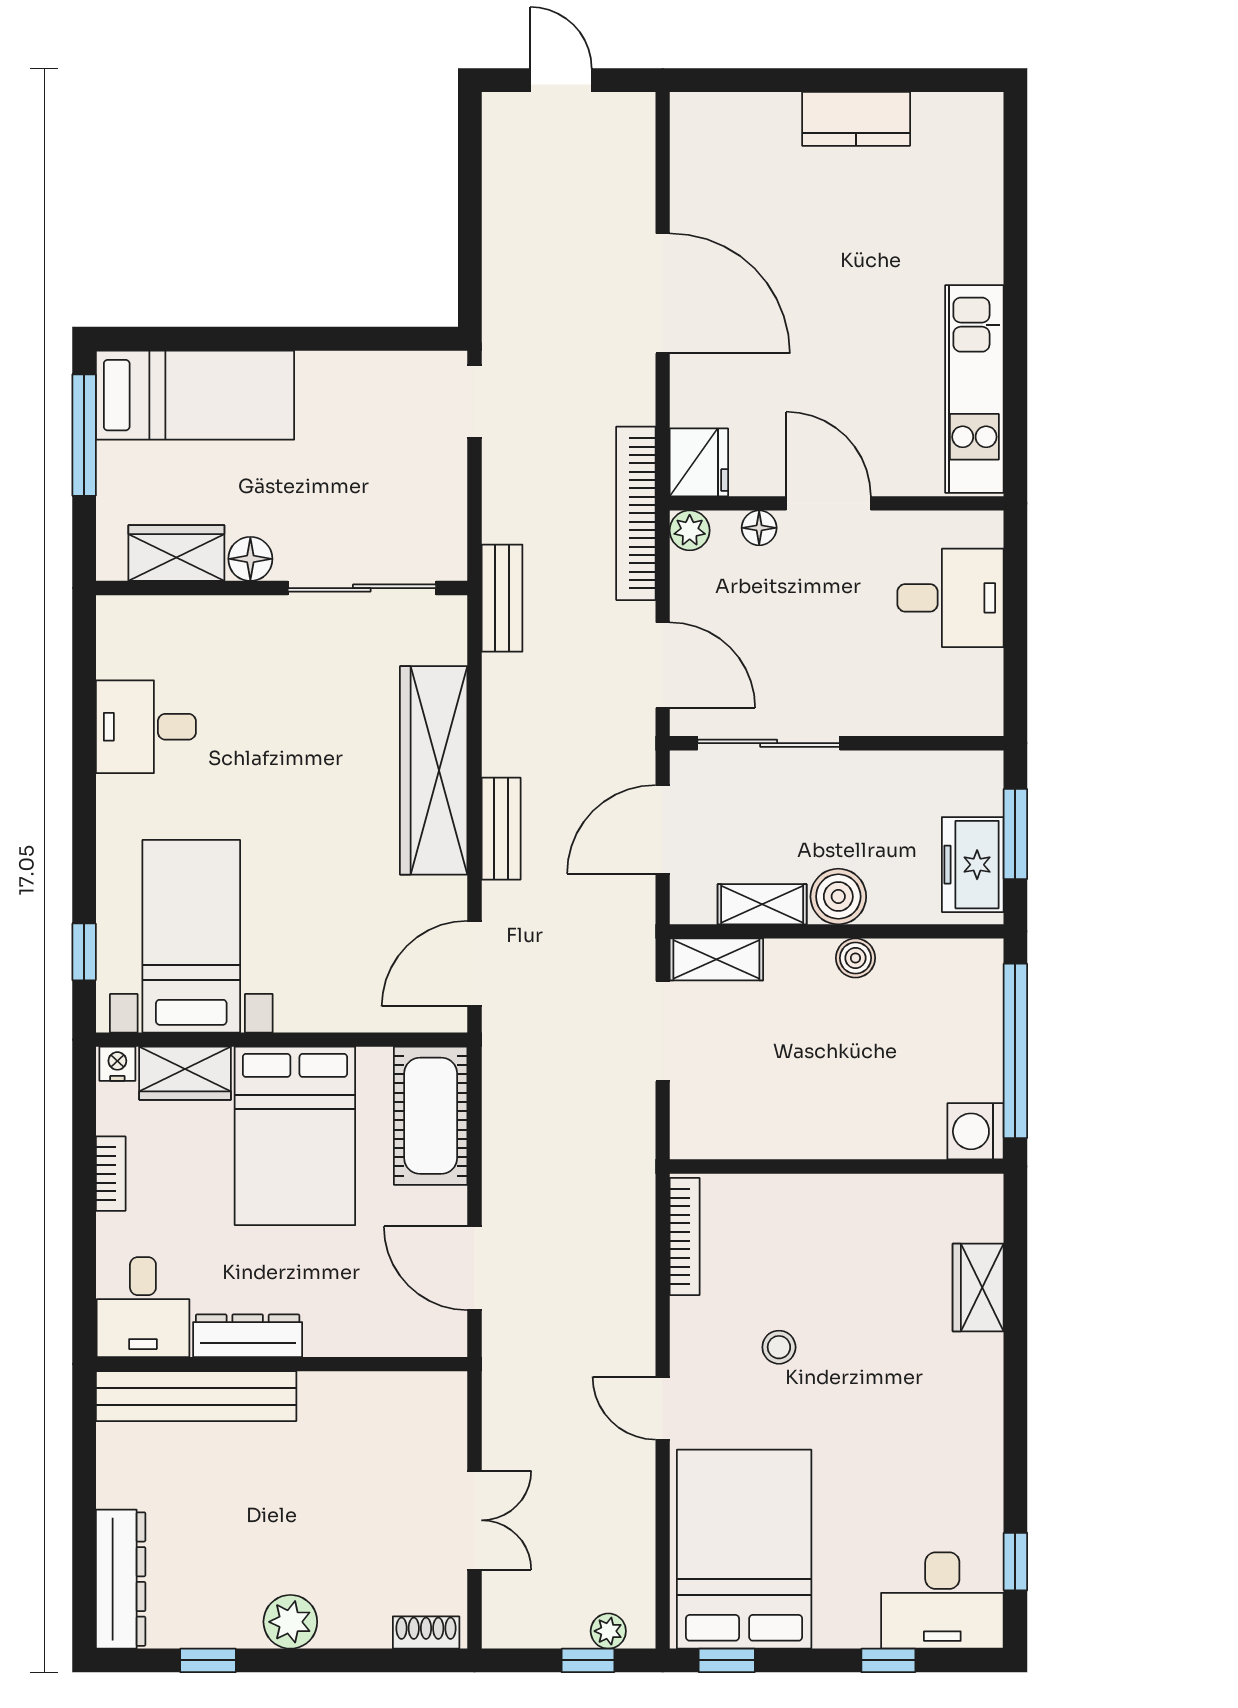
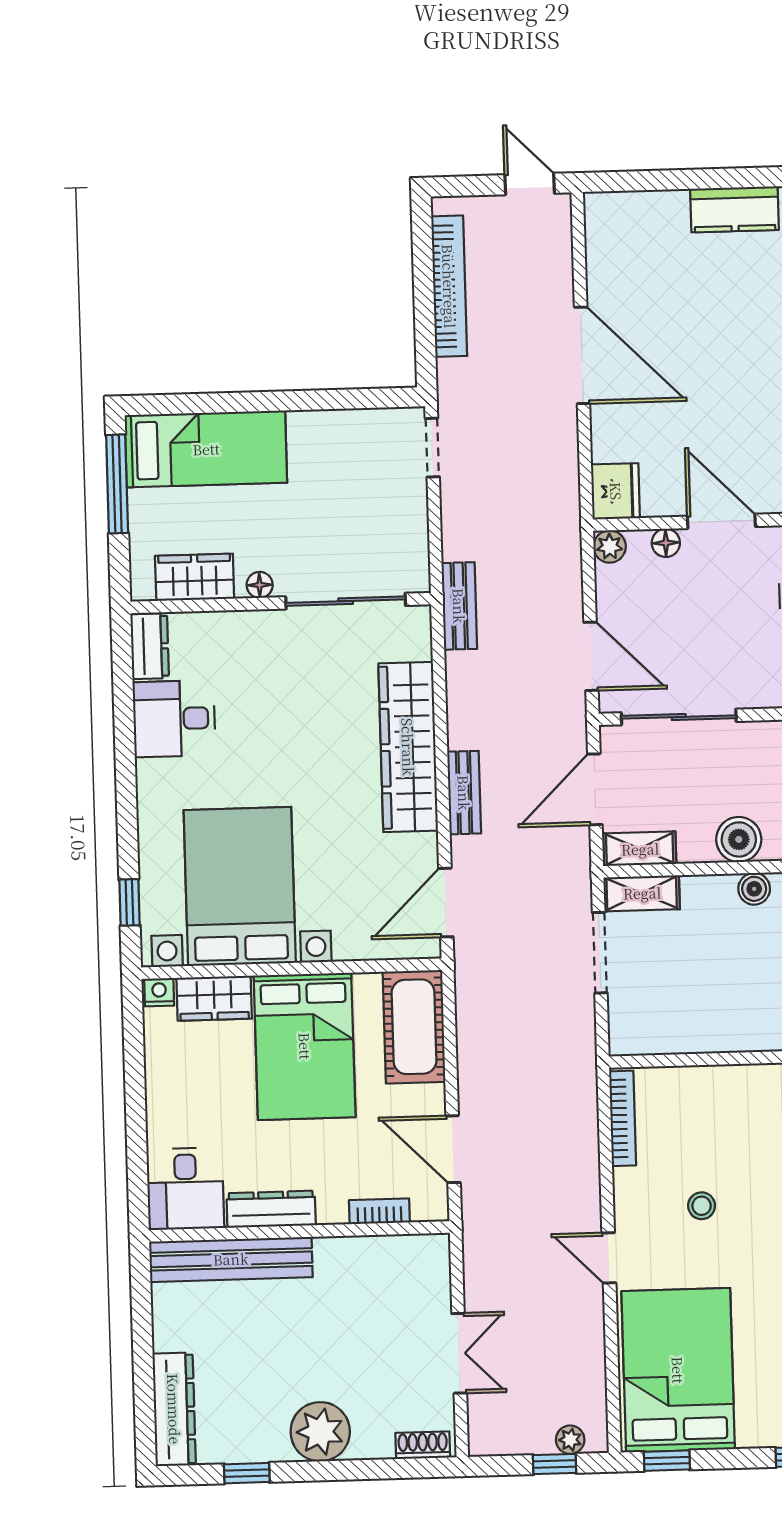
door: (561, 80) -> (530, 184), moved
bookcase: (636, 513) -> (449, 286), moved, turned 180
floor lamp: (250, 559) -> (260, 585), width x0.73, depth x0.73
dresser: (118, 637) -> (150, 646), added
shelving: (762, 904) -> (640, 849), moved
bed with nightstands: (191, 936) -> (240, 886), width x1.36
bookcase: (111, 1174) -> (379, 1211), moved, turned -90
plant: (290, 1622) -> (320, 1432), width x1.36, depth x1.36

